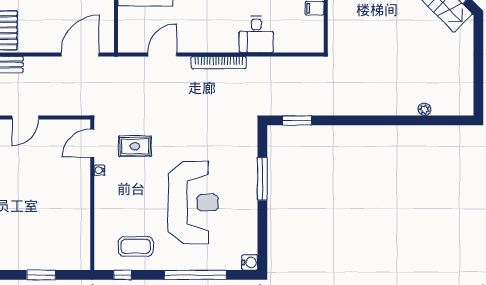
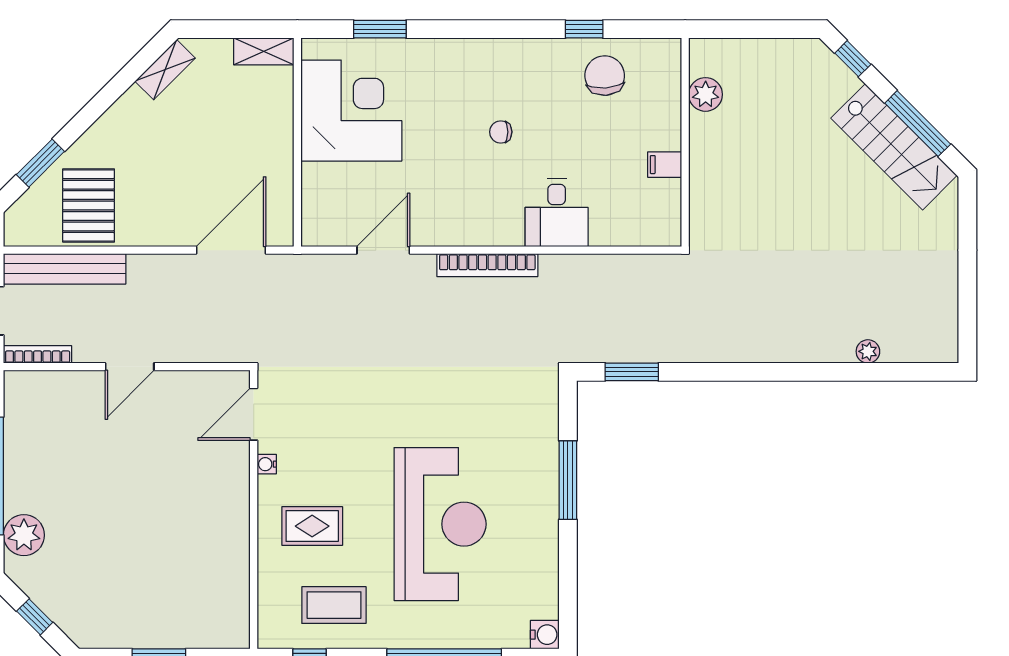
rug: (135, 146) -> (312, 526), moved

